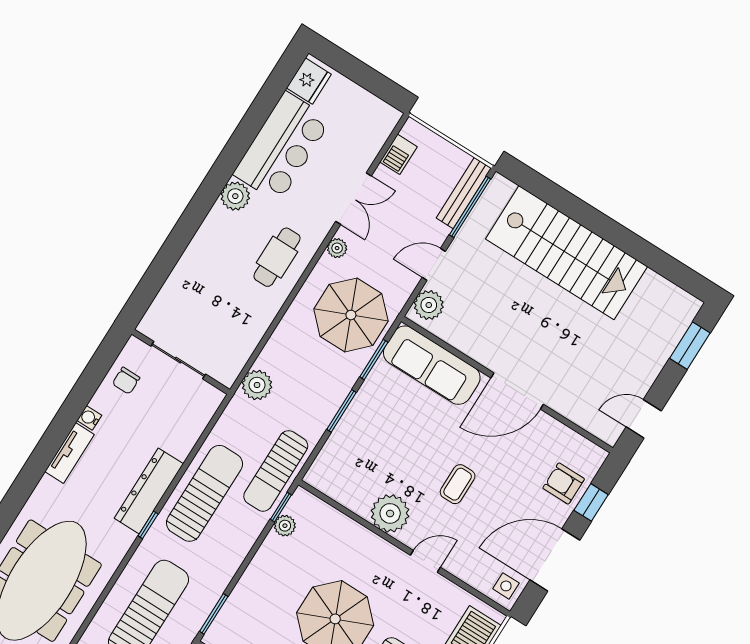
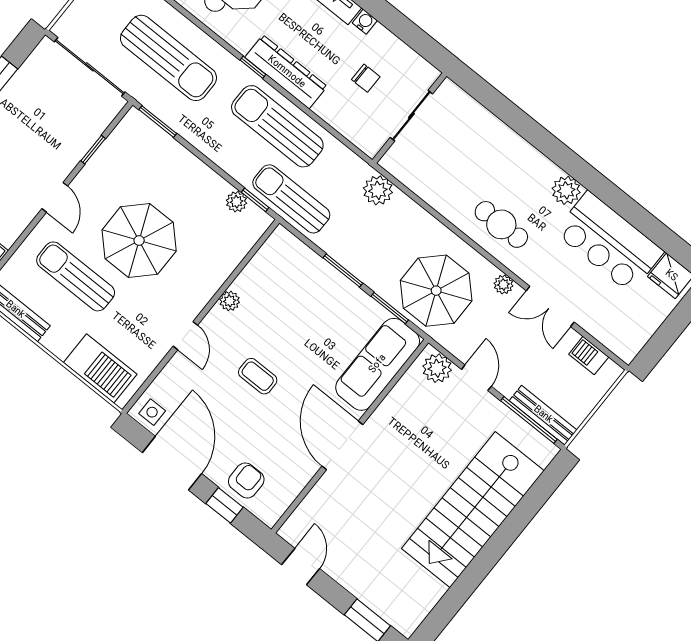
chair: (126, 381) -> (366, 78), moved, turned 180
sun lounger: (204, 493) -> (277, 126), turned 180
plant: (390, 513) -> (230, 301), width x0.53, depth x0.53

